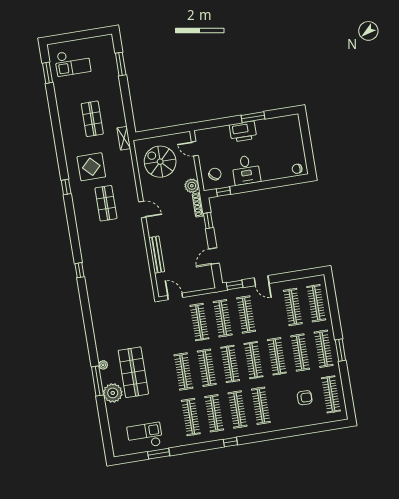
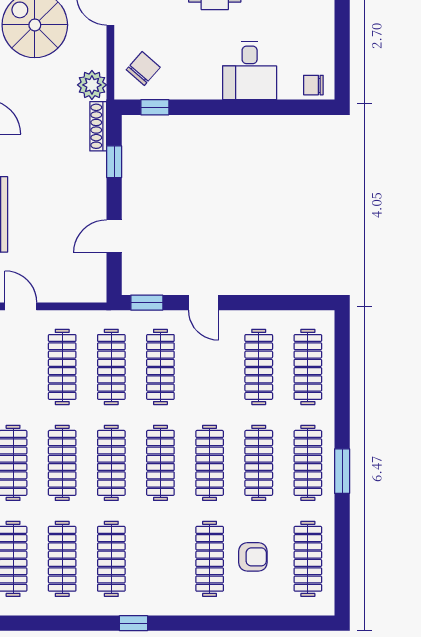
desk: (246, 170) -> (250, 71), moved
clothes rail: (261, 406) -> (210, 559), moved
window: (230, 442) -> (133, 623), moved

